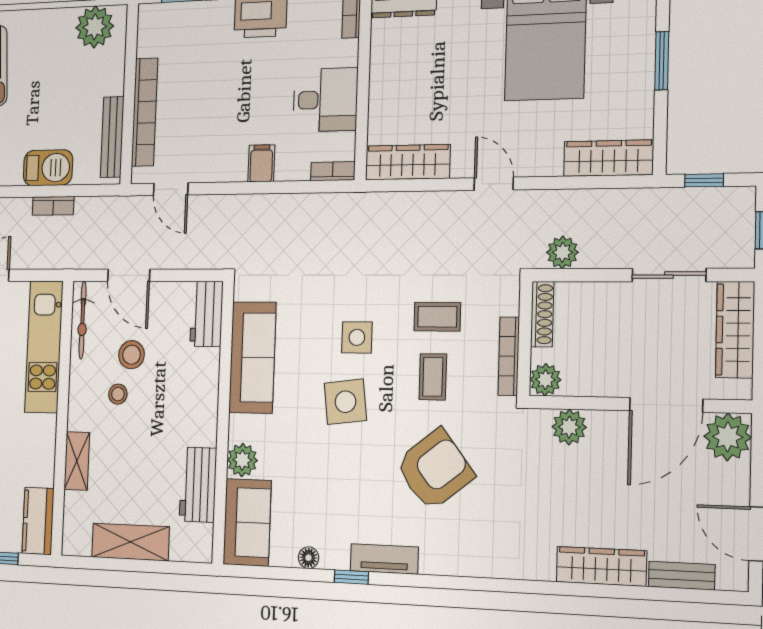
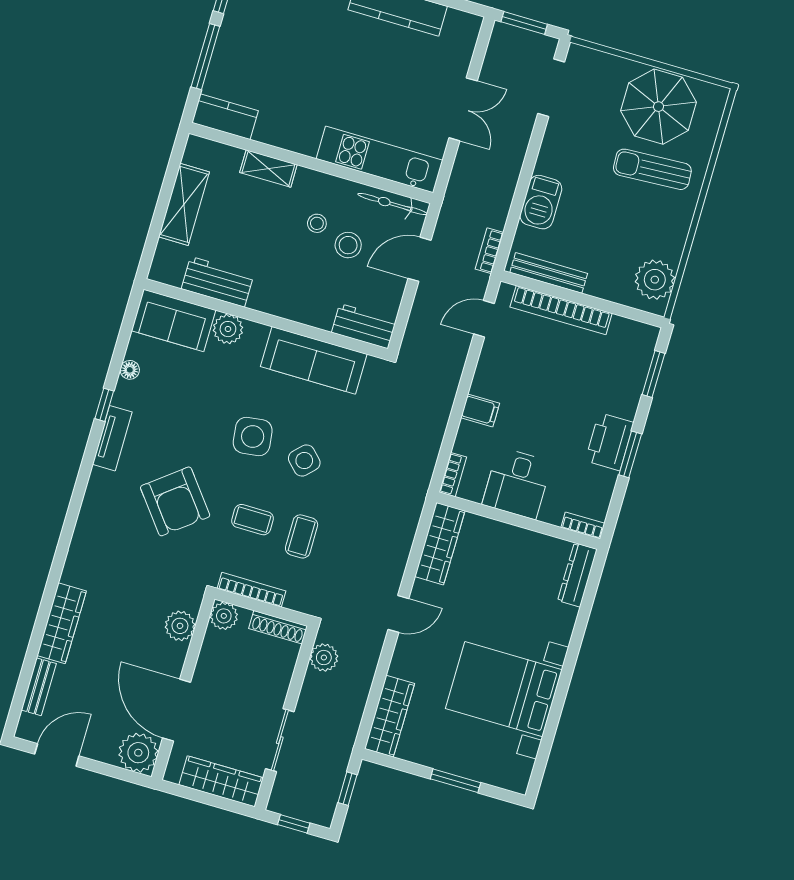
bookcase: (53, 206) -> (489, 251), moved
side table: (357, 337) -> (304, 461), turned 45

